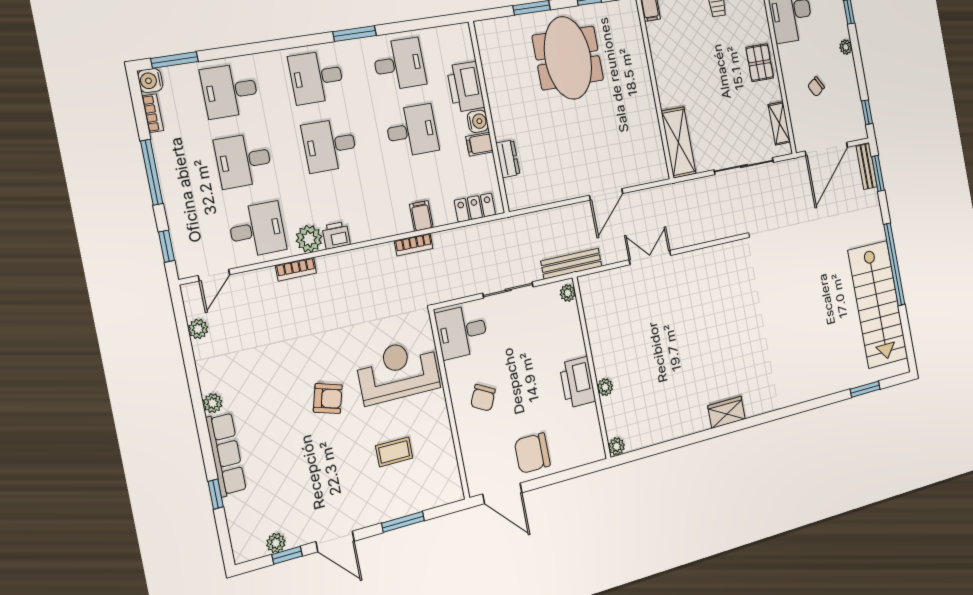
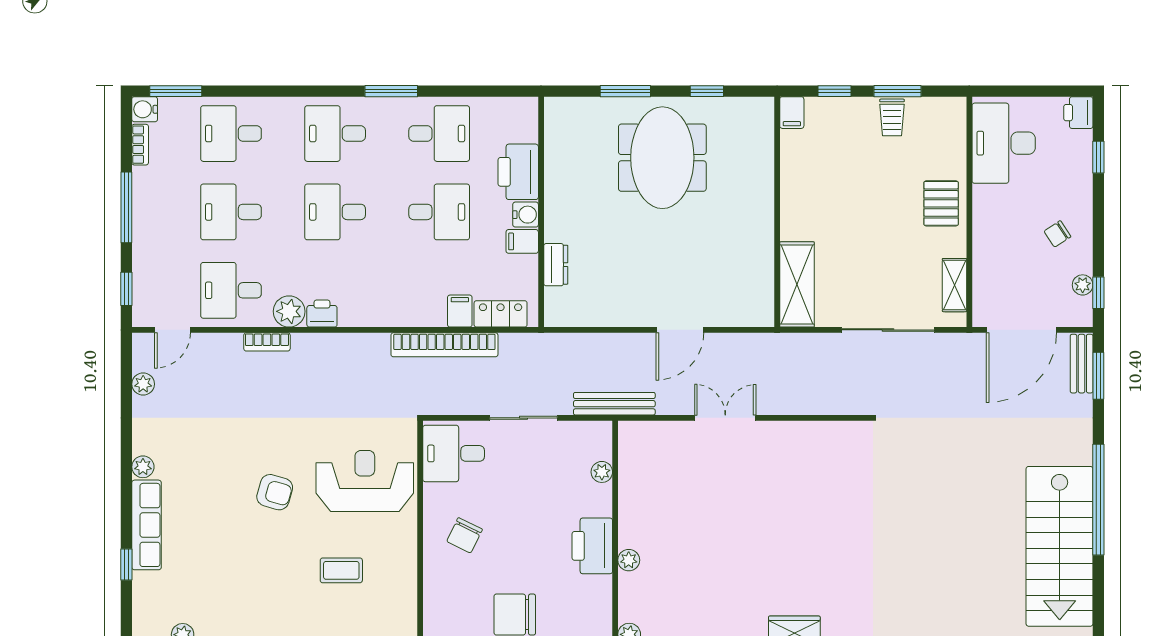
plant: (846, 47) -> (1083, 285), moved
chair: (816, 87) -> (1057, 234), moved
filing cabinet: (421, 216) -> (460, 311), moved
desk: (257, 230) -> (231, 290), turned 180
bookcase: (414, 245) -> (444, 345), width x2.31, depth x1.31
plant: (568, 293) -> (602, 472), moved

